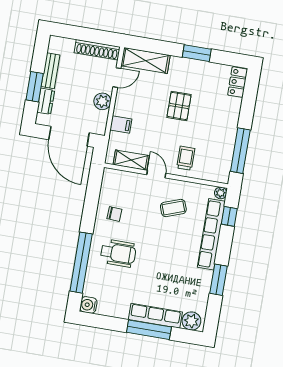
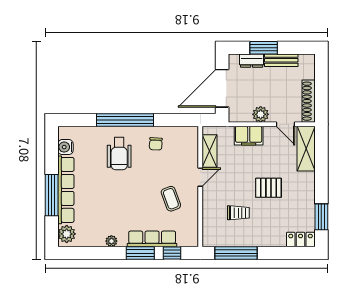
window: (197, 53) -> (321, 217), moved
filing cabinet: (121, 125) -> (249, 136), width x2.00
trolley: (186, 158) -> (238, 213), moved
plant: (221, 193) -> (111, 241), moved
row of seats: (211, 234) -> (152, 239), width x0.73
window: (81, 263) -> (125, 120), moved
window: (219, 280) -> (140, 253), moved
water cooler: (88, 305) -> (65, 147), moved, turned -90
row of seats: (155, 316) -> (66, 190), width x1.36

